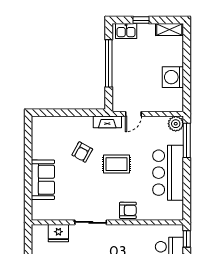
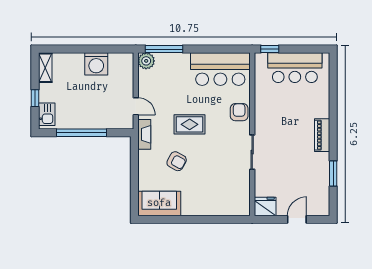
rug: (117, 164) -> (190, 124), turned 90
bar counter: (168, 173) -> (220, 69), moved
sofa: (43, 180) -> (159, 203), moved
fridge: (58, 233) -> (265, 206), moved, turned -90

